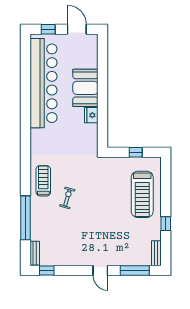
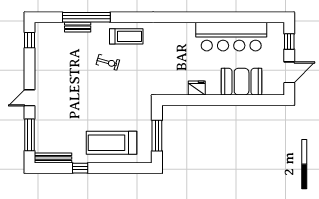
bar counter: (44, 83) -> (231, 37), width x0.73
booth: (85, 88) -> (242, 82), moved
window: (136, 152) -> (157, 136), width x2.17
bench: (35, 253) -> (78, 27), moved
bench: (156, 253) -> (53, 158), width x1.36

